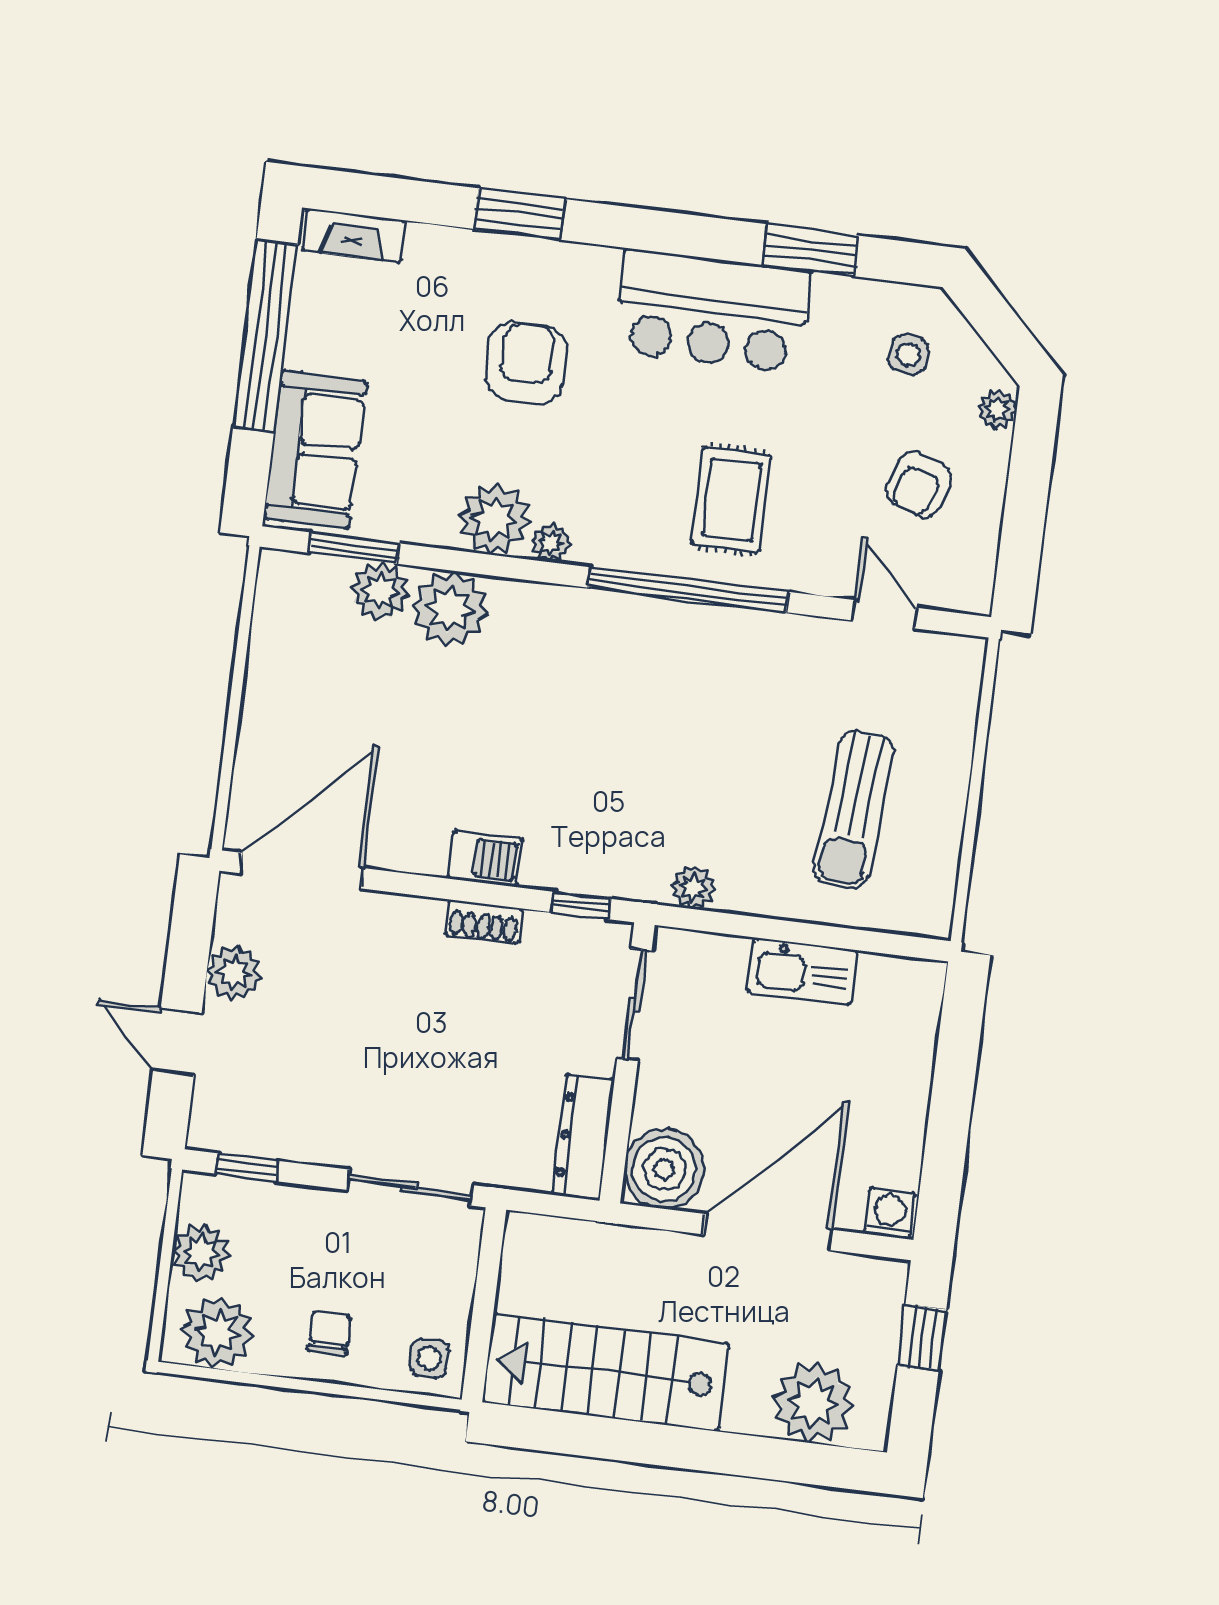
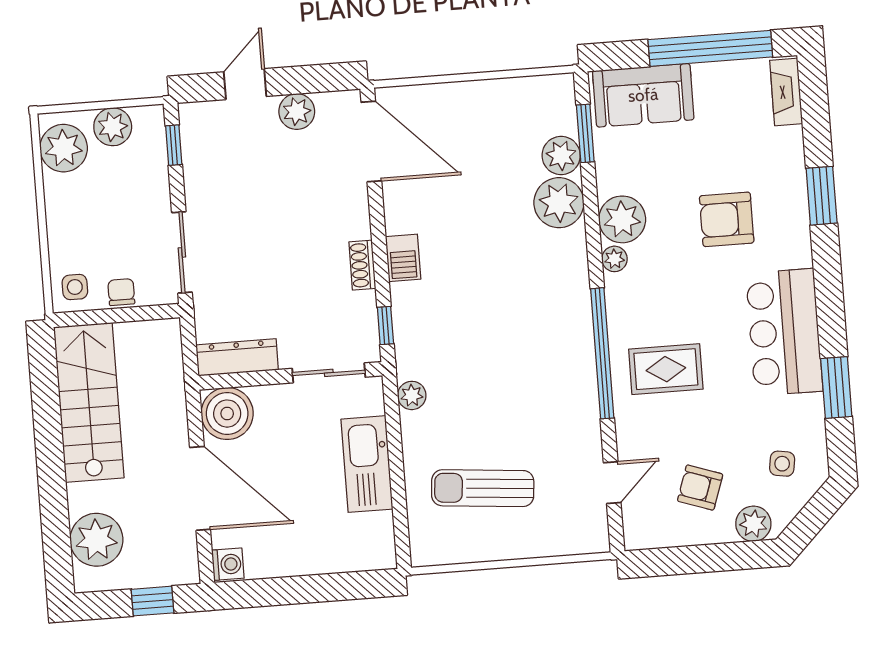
armchair: (526, 363) -> (727, 219), turned 180
plant: (997, 409) -> (753, 524), width x1.38, depth x1.38
kitchen sink: (802, 971) -> (367, 464), width x1.36, depth x1.24
chair: (330, 1334) -> (121, 292), moved, turned -90

